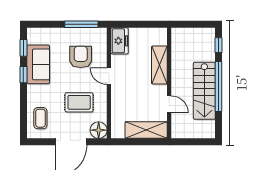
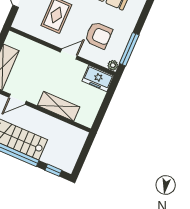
plant: (102, 33) -> (113, 65), added
floor lamp: (99, 130) -> (22, 22), removed

